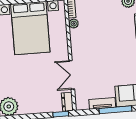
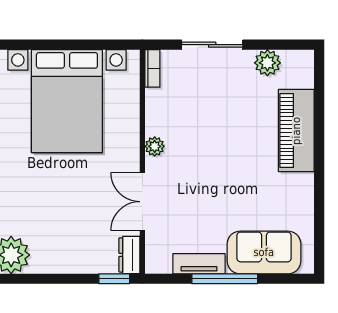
plant: (74, 24) -> (155, 146), moved

